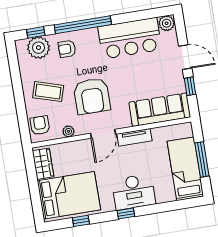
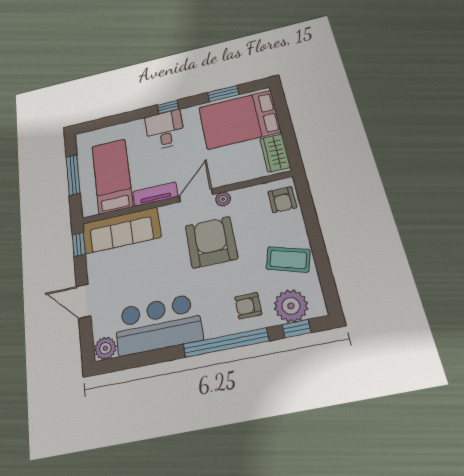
armchair: (67, 49) -> (248, 306), turned 180
window: (190, 86) -> (79, 244), moved
coffee table: (48, 92) -> (288, 259), moved
plant: (68, 131) -> (223, 199), moved
bed: (185, 169) -> (112, 176), moved, turned 180
desk: (134, 192) -> (165, 130), width x0.73
window: (81, 221) -> (223, 94), width x1.50

